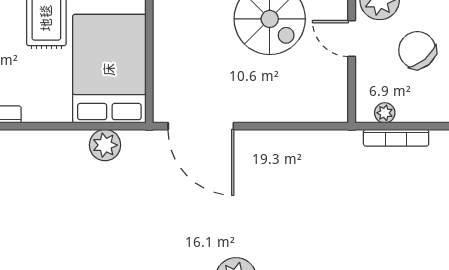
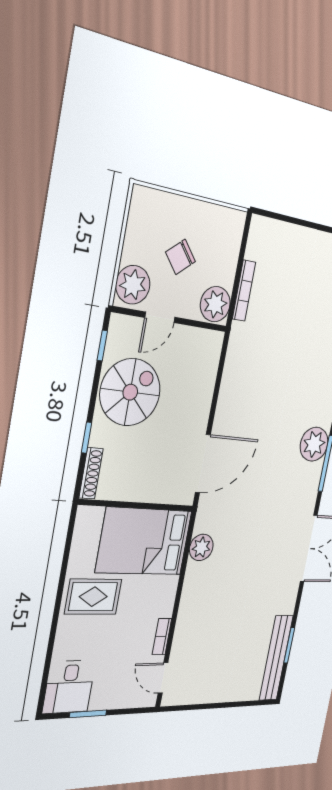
chair: (417, 50) -> (180, 257), width x0.73, depth x0.73
plant: (385, 113) -> (215, 304), width x1.88, depth x1.88

